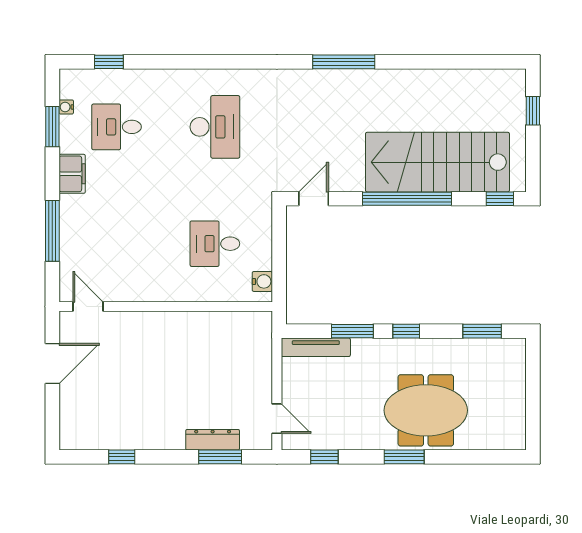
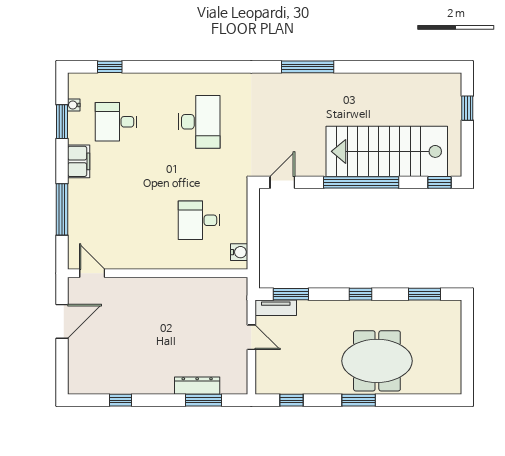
window: (352, 331) -> (291, 294), moved
tv unit: (316, 347) -> (276, 308), width x0.71
door: (277, 419) -> (251, 337), moved

